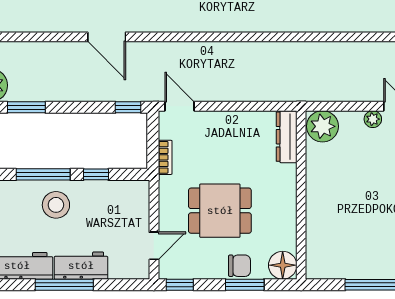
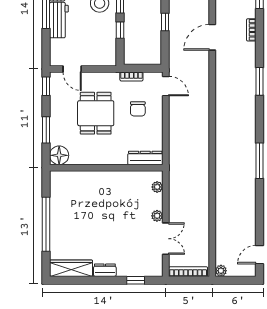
door: (179, 106) -> (166, 86), hinge flipped
window: (128, 107) -> (165, 22), moved
plant: (322, 126) -> (157, 187), width x0.53, depth x0.53
chair: (239, 266) -> (138, 109), moved

